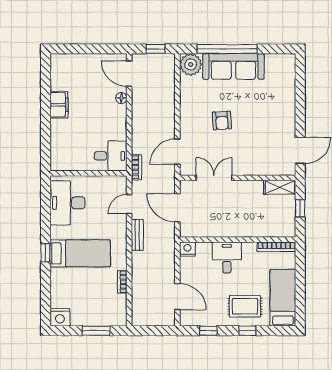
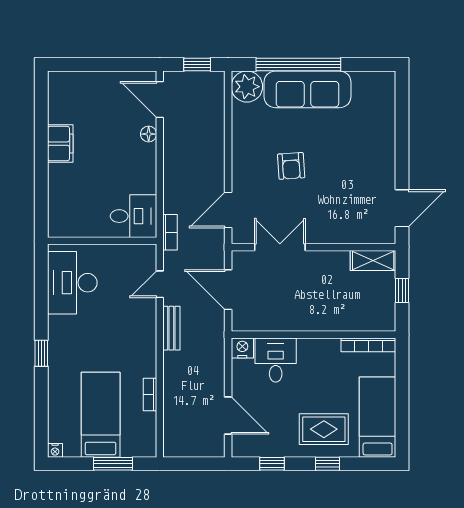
bed: (80, 253) -> (101, 415), moved, turned -90
desk: (227, 257) -> (276, 360), moved
nightstand: (60, 317) -> (55, 450), width x0.53, depth x0.56

